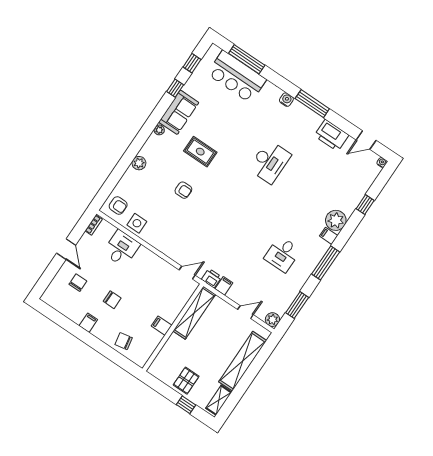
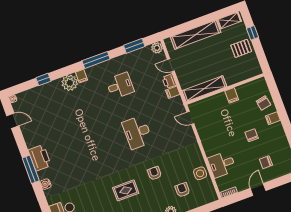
printer: (331, 135) -> (40, 158), moved
rug: (200, 152) -> (126, 190), turned 90
desk: (270, 162) -> (137, 132), moved, turned -90
armchair: (118, 205) -> (182, 190), moved
printer: (211, 278) -> (169, 81), moved
filing cabinet: (88, 323) -> (273, 118), moved

